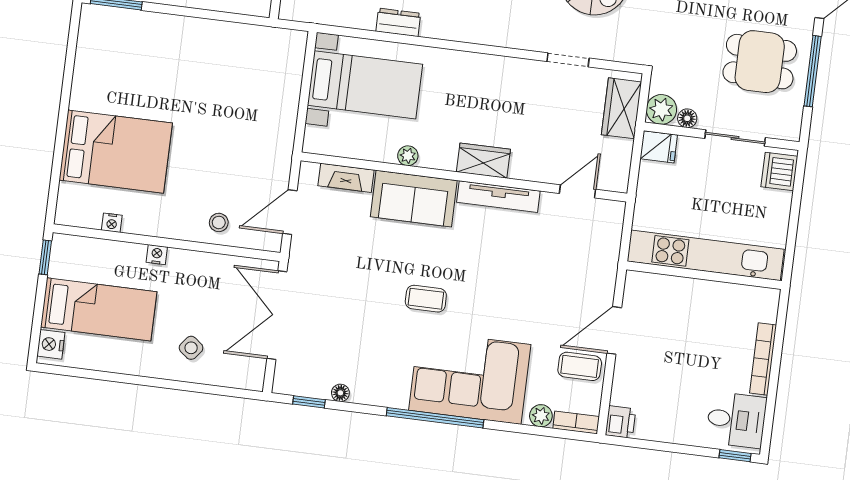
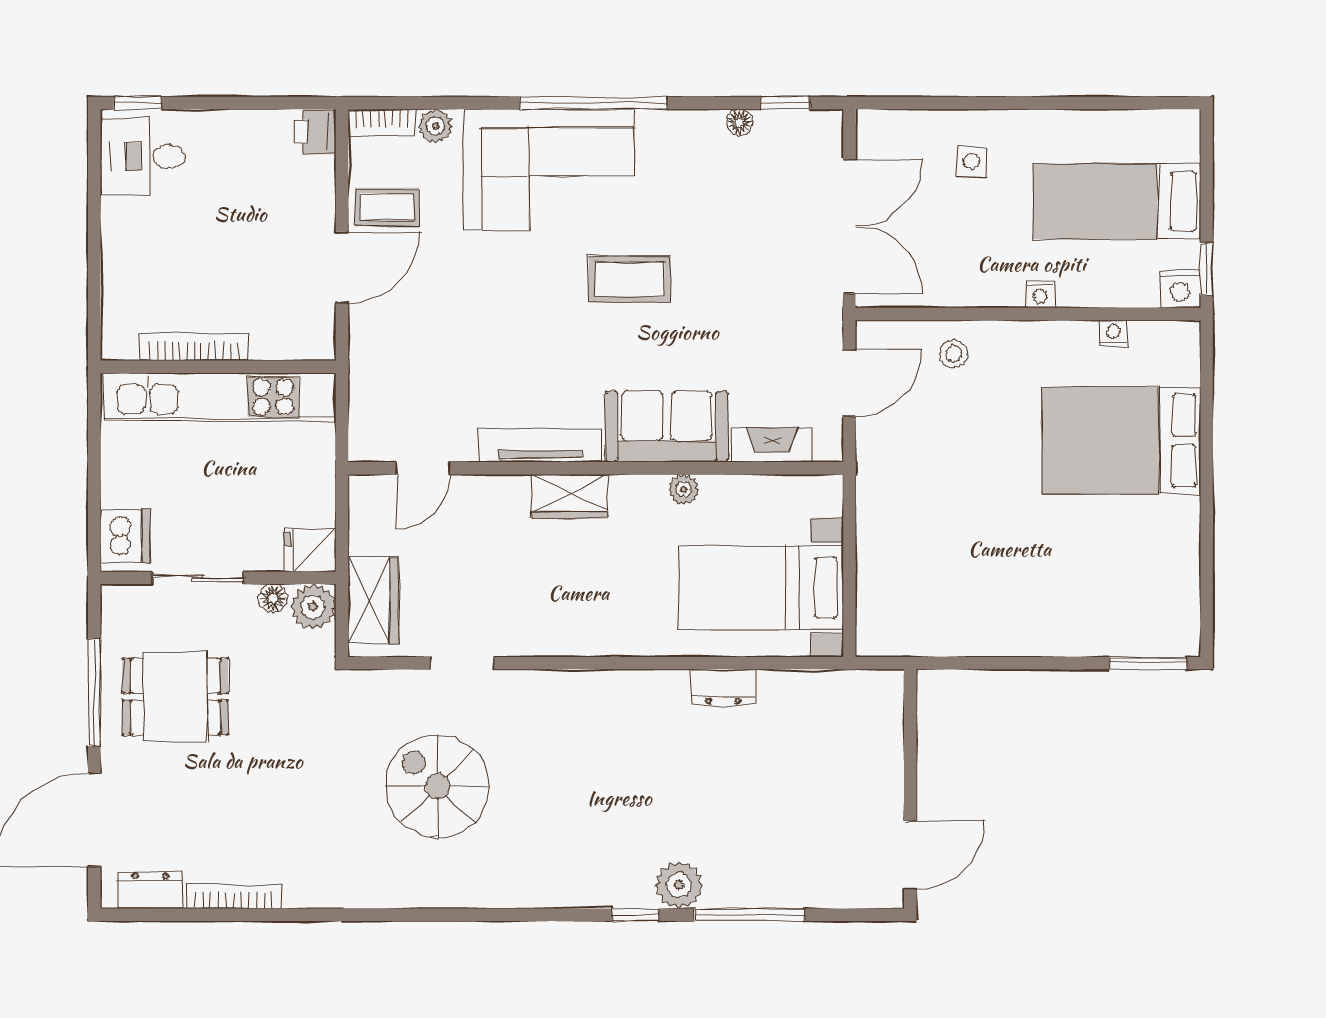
coffee table: (426, 299) -> (630, 279), width x1.36, depth x1.30
nightstand: (51, 344) -> (1180, 289), moved, turned 90
side table: (191, 348) -> (971, 161), turned -38
bookcase: (763, 359) -> (194, 347), moved, turned -90

